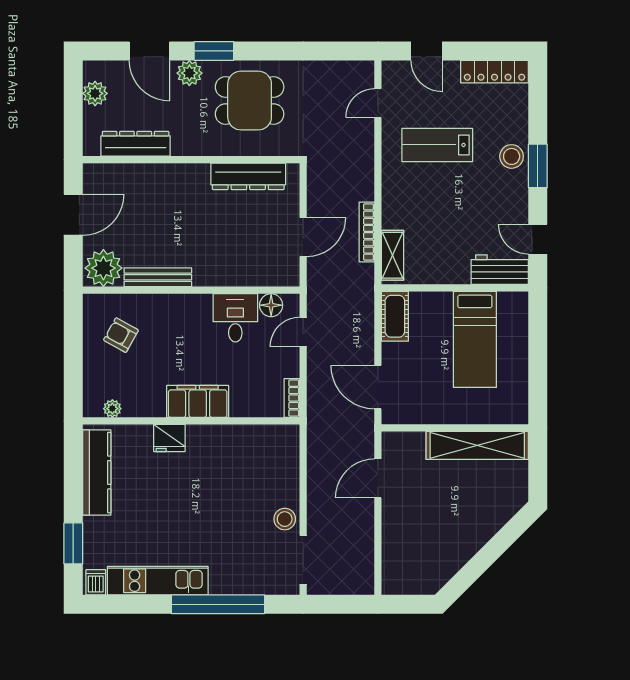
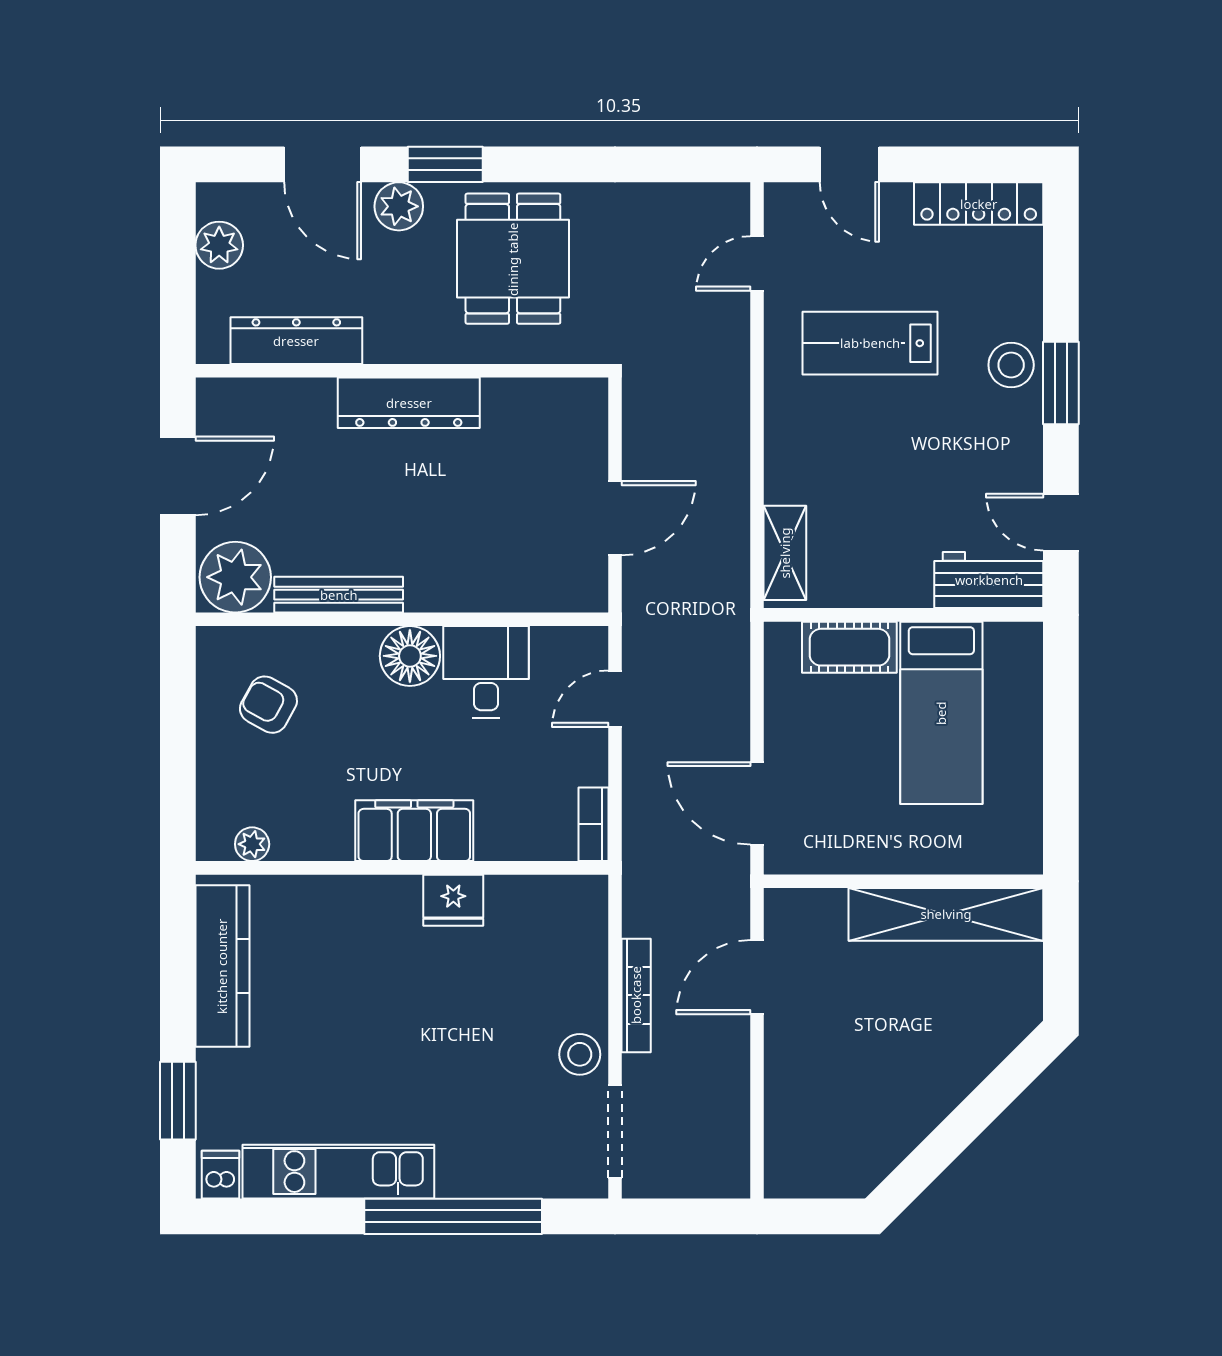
dining table: (250, 101) -> (513, 259), turned 90
dresser: (248, 176) -> (409, 403), moved
bookcase: (367, 232) -> (636, 995), moved, turned 180
floor lamp: (271, 305) -> (410, 656), moved, width x1.38, depth x1.38
cot: (395, 316) -> (849, 647), moved, turned 90
fridge: (169, 438) -> (453, 900), moved

